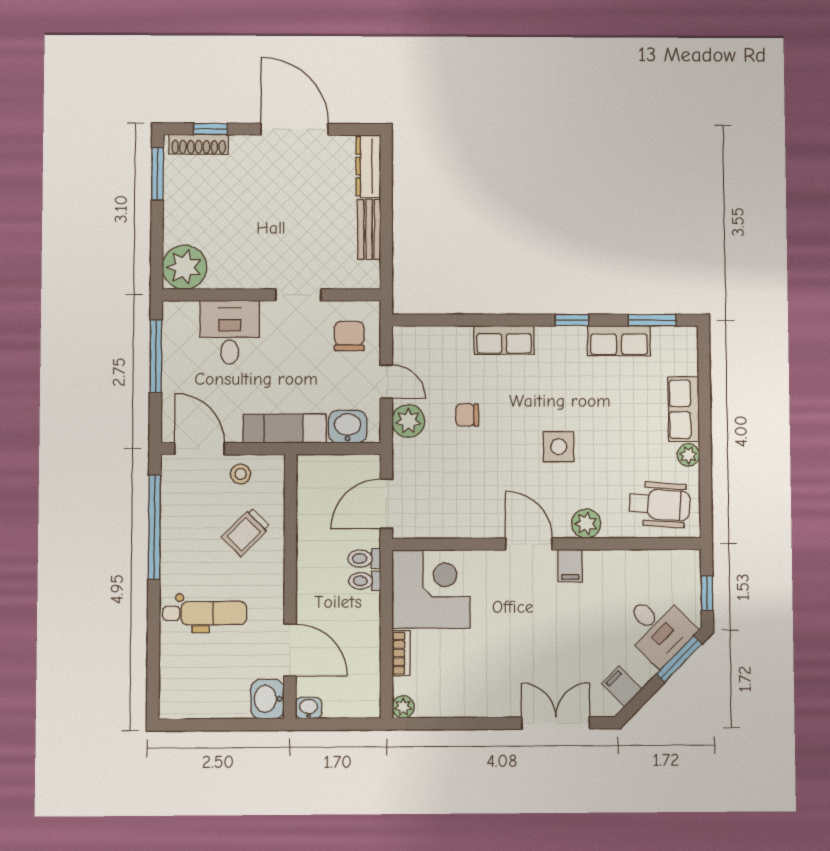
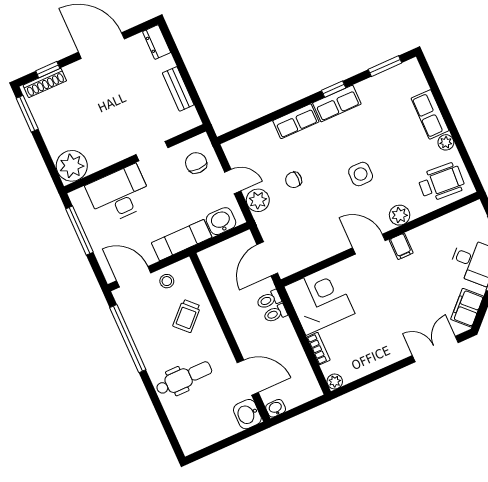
dresser: (368, 166) -> (157, 42), width x0.70
desk: (230, 332) -> (119, 194), width x1.37
row of seats: (619, 341) -> (337, 104), moved
filing cabinet: (622, 686) -> (467, 308), width x2.00

